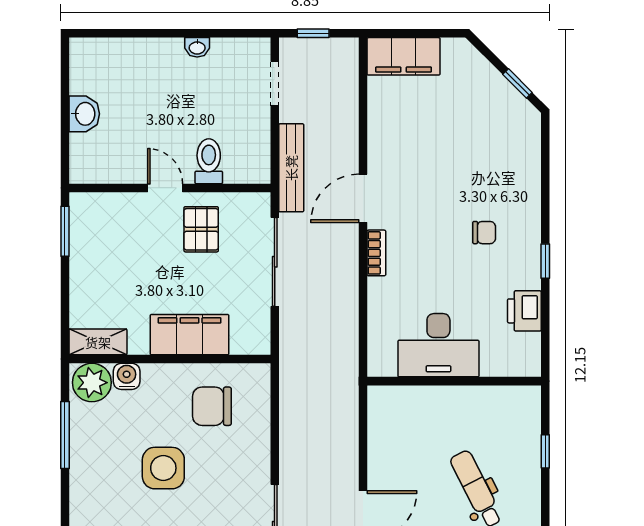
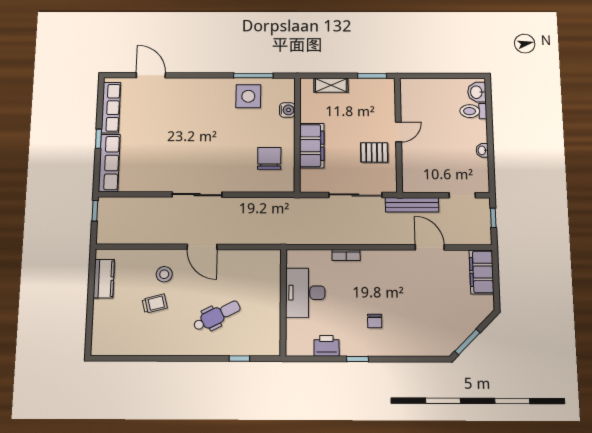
window: (517, 83) -> (467, 342), width x1.50
washbasin: (84, 114) -> (477, 92), moved, turned 90
toilet: (209, 161) -> (473, 111), moved, turned 180
door: (363, 198) -> (430, 247), moved
bookcase: (376, 253) -> (346, 255), moved
shelving: (98, 342) -> (331, 85), moved, turned 90
plant: (92, 383) -> (284, 91), removed
side table: (163, 468) -> (248, 96), moved

